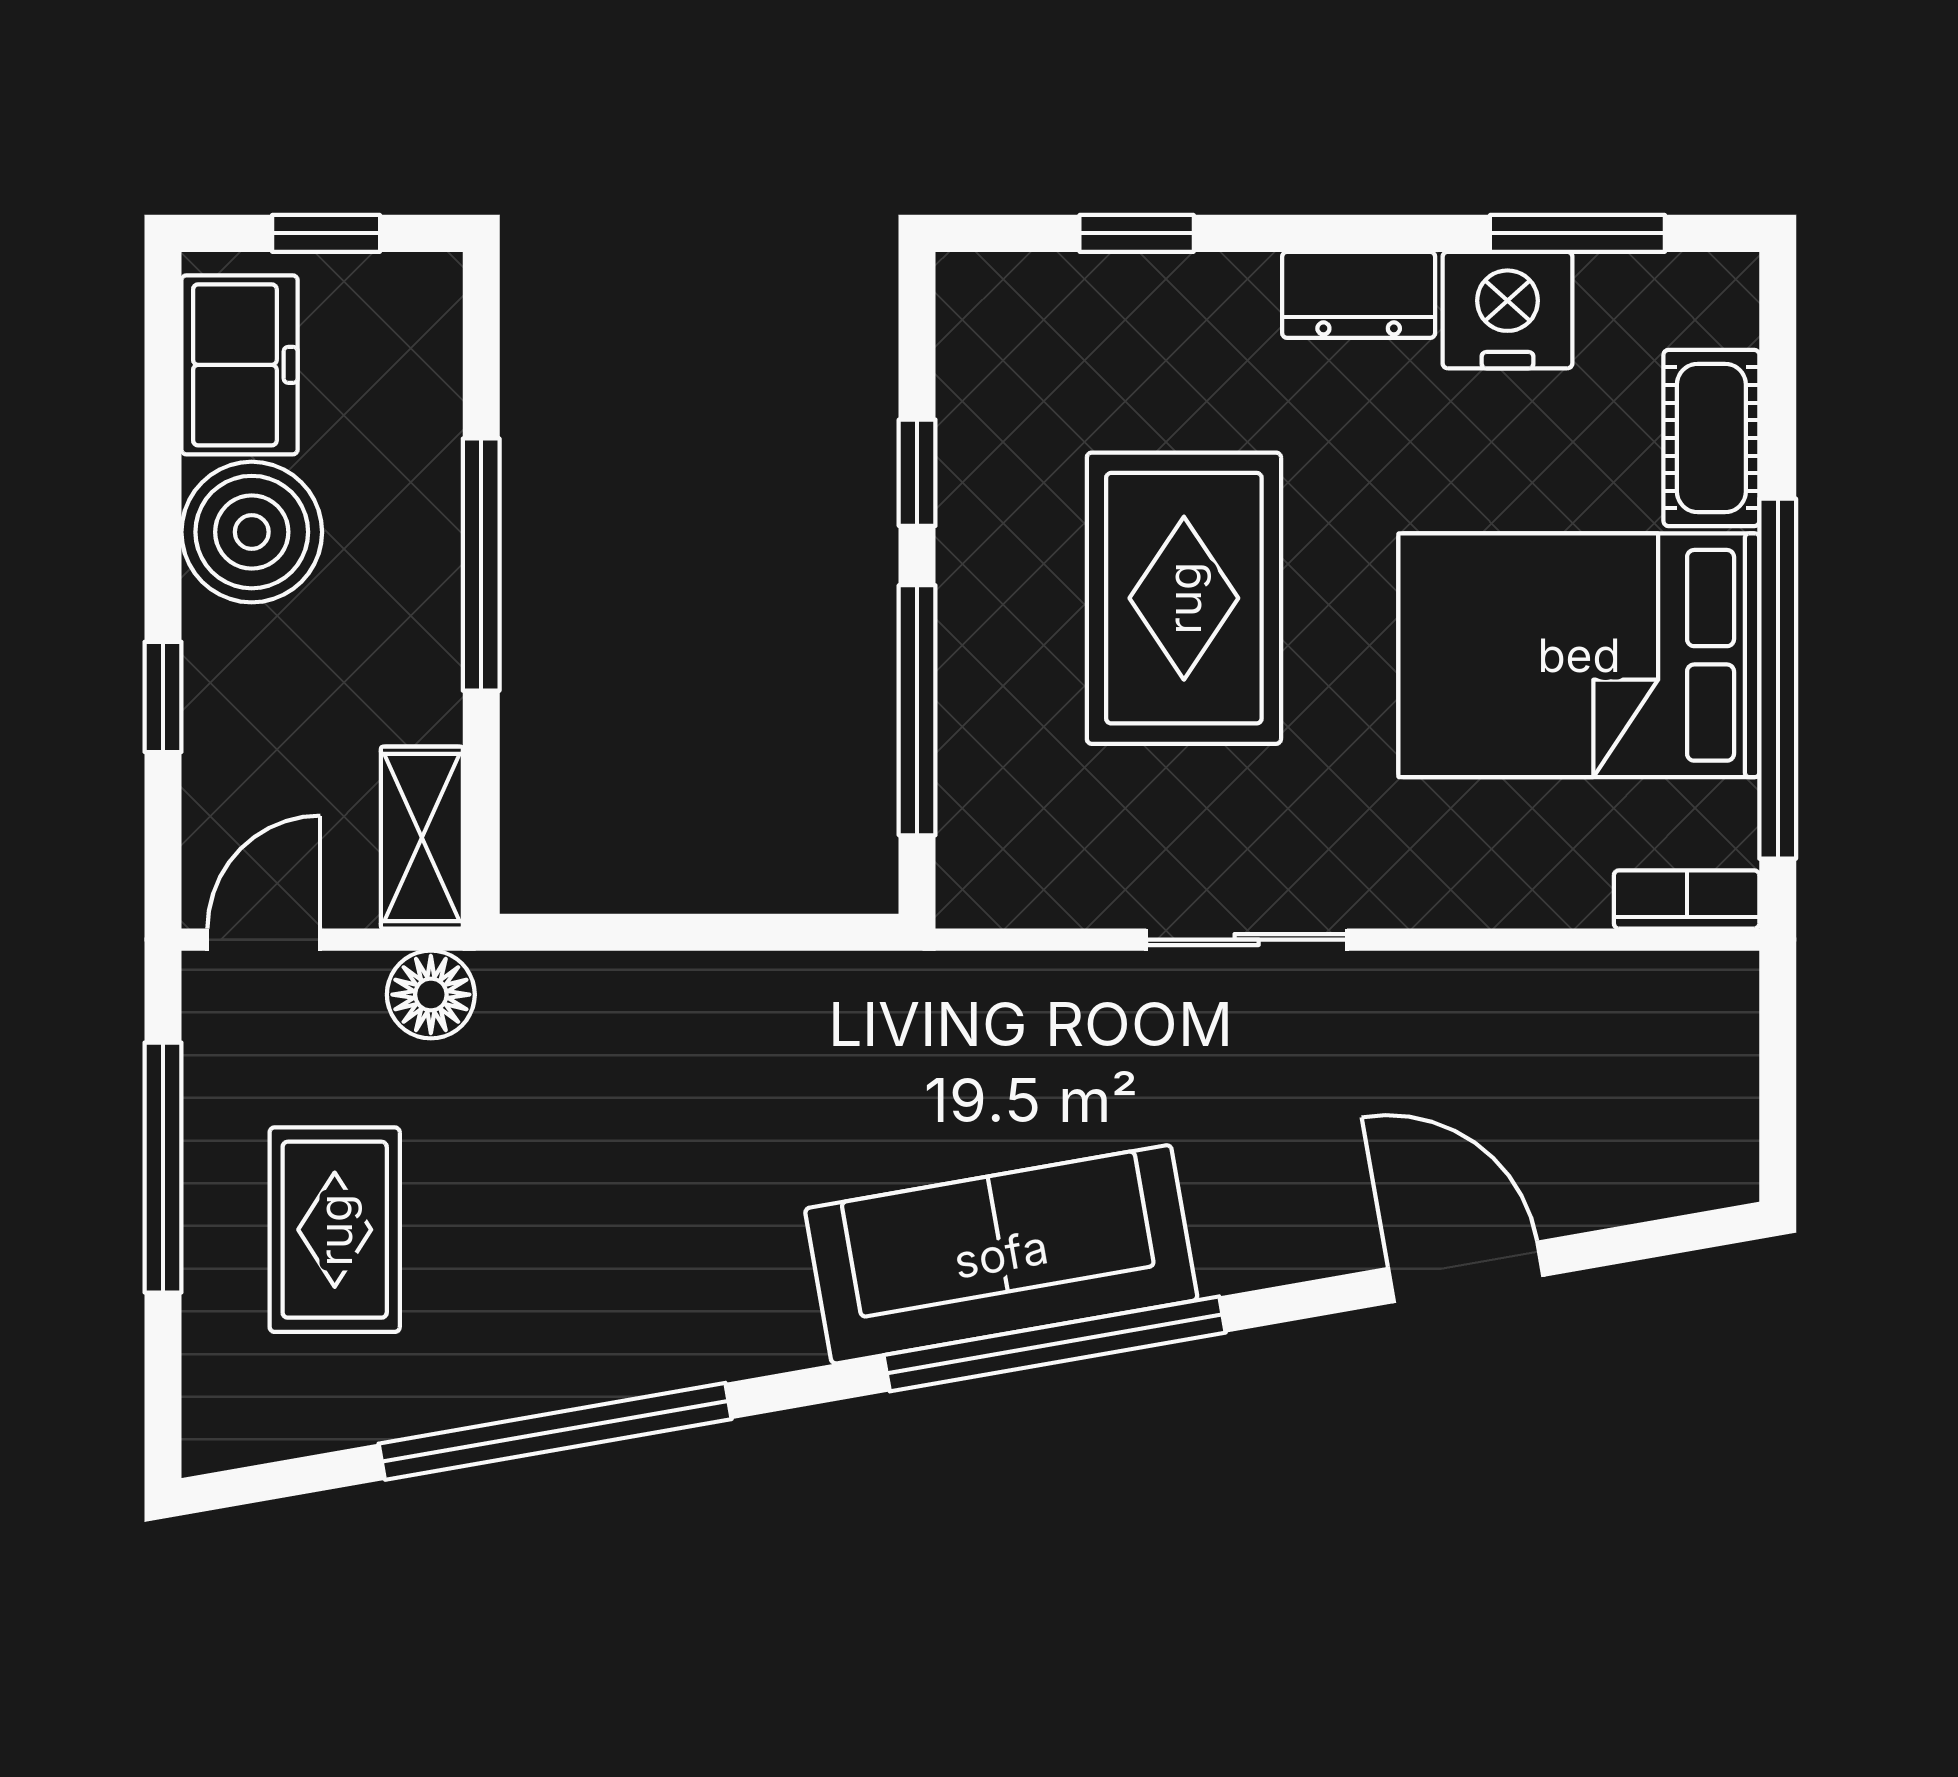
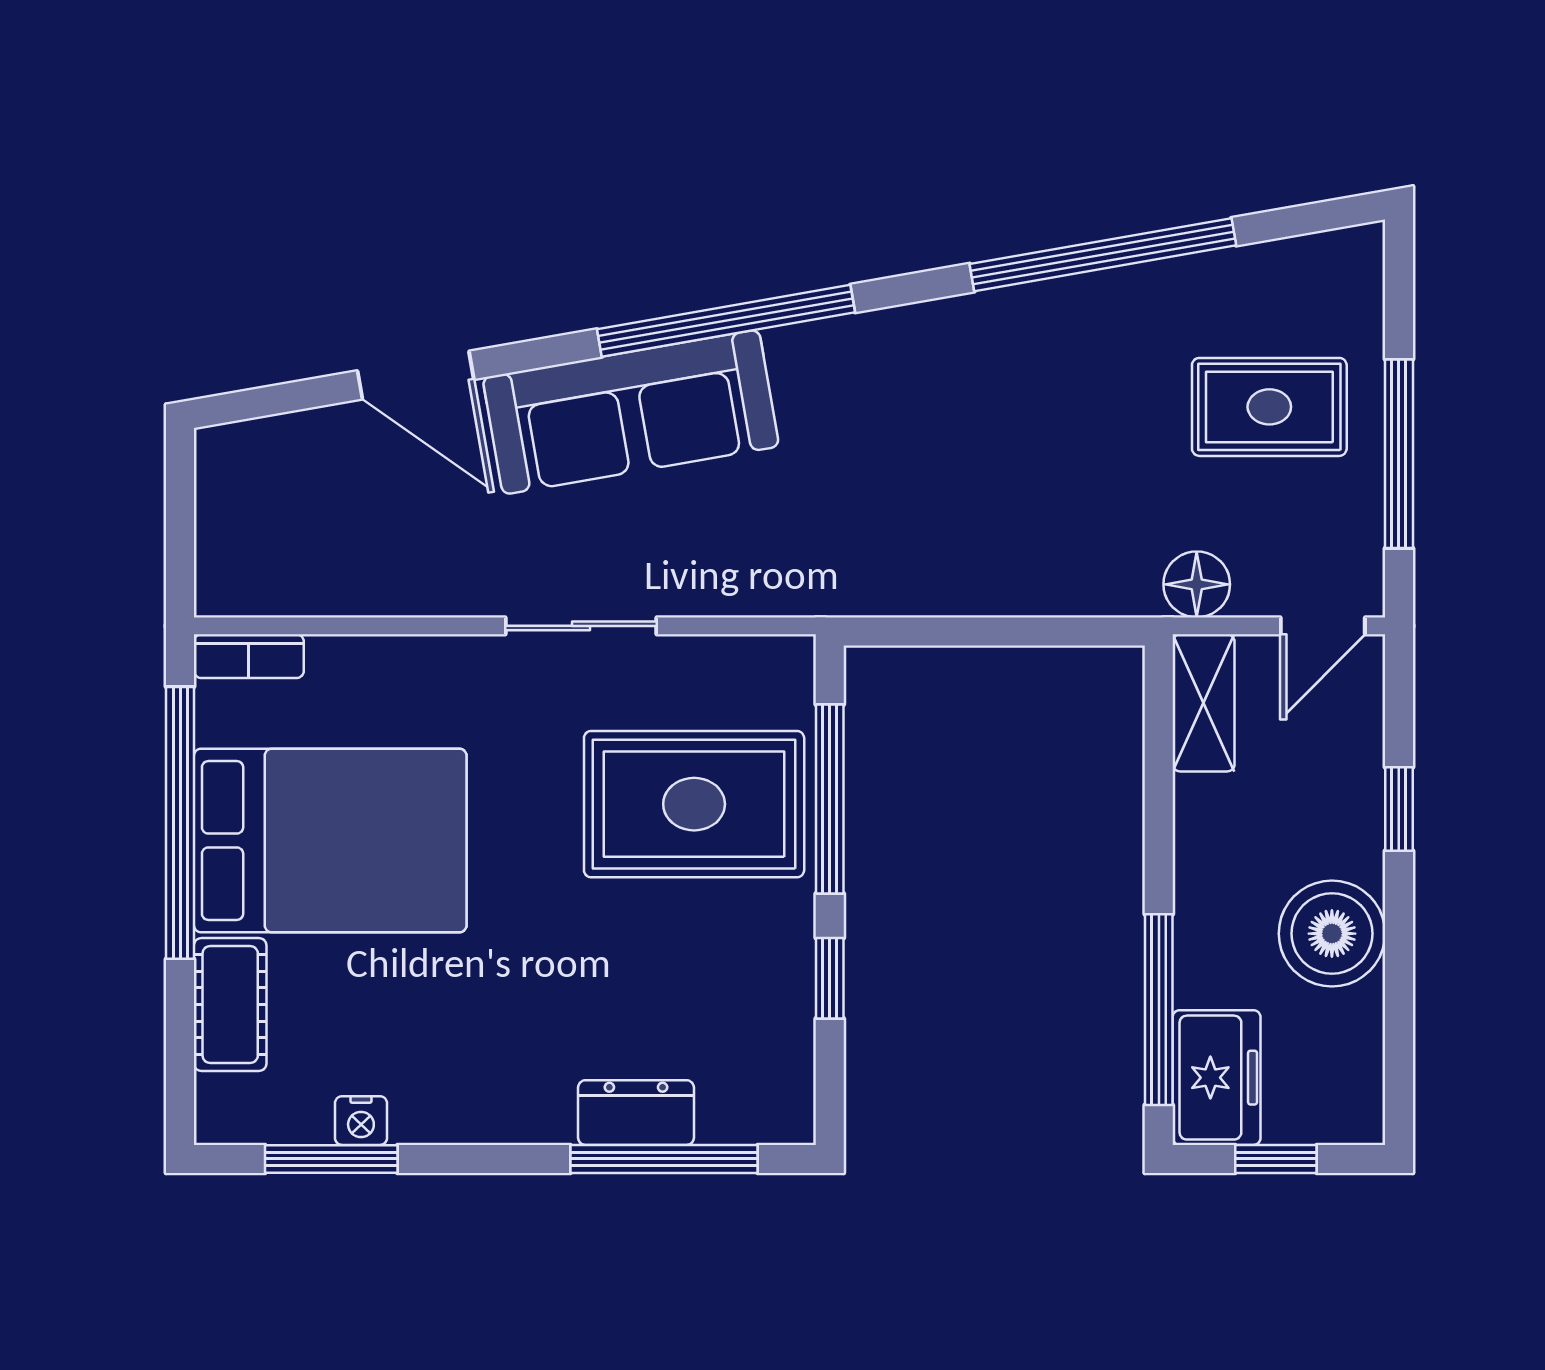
window: (1137, 233) -> (664, 1159), width x2.17
dresser: (1359, 295) -> (636, 1113), moved
nightstand: (1507, 310) -> (361, 1121), width x0.53, depth x0.56
freezer: (240, 365) -> (1217, 1078), moved, turned 180
window: (481, 565) -> (1159, 1010), moved
rug: (1184, 598) -> (694, 804), moved, turned 90
rug: (335, 1230) -> (1269, 407), turned 90
sofa: (1001, 1254) -> (631, 412), moved

